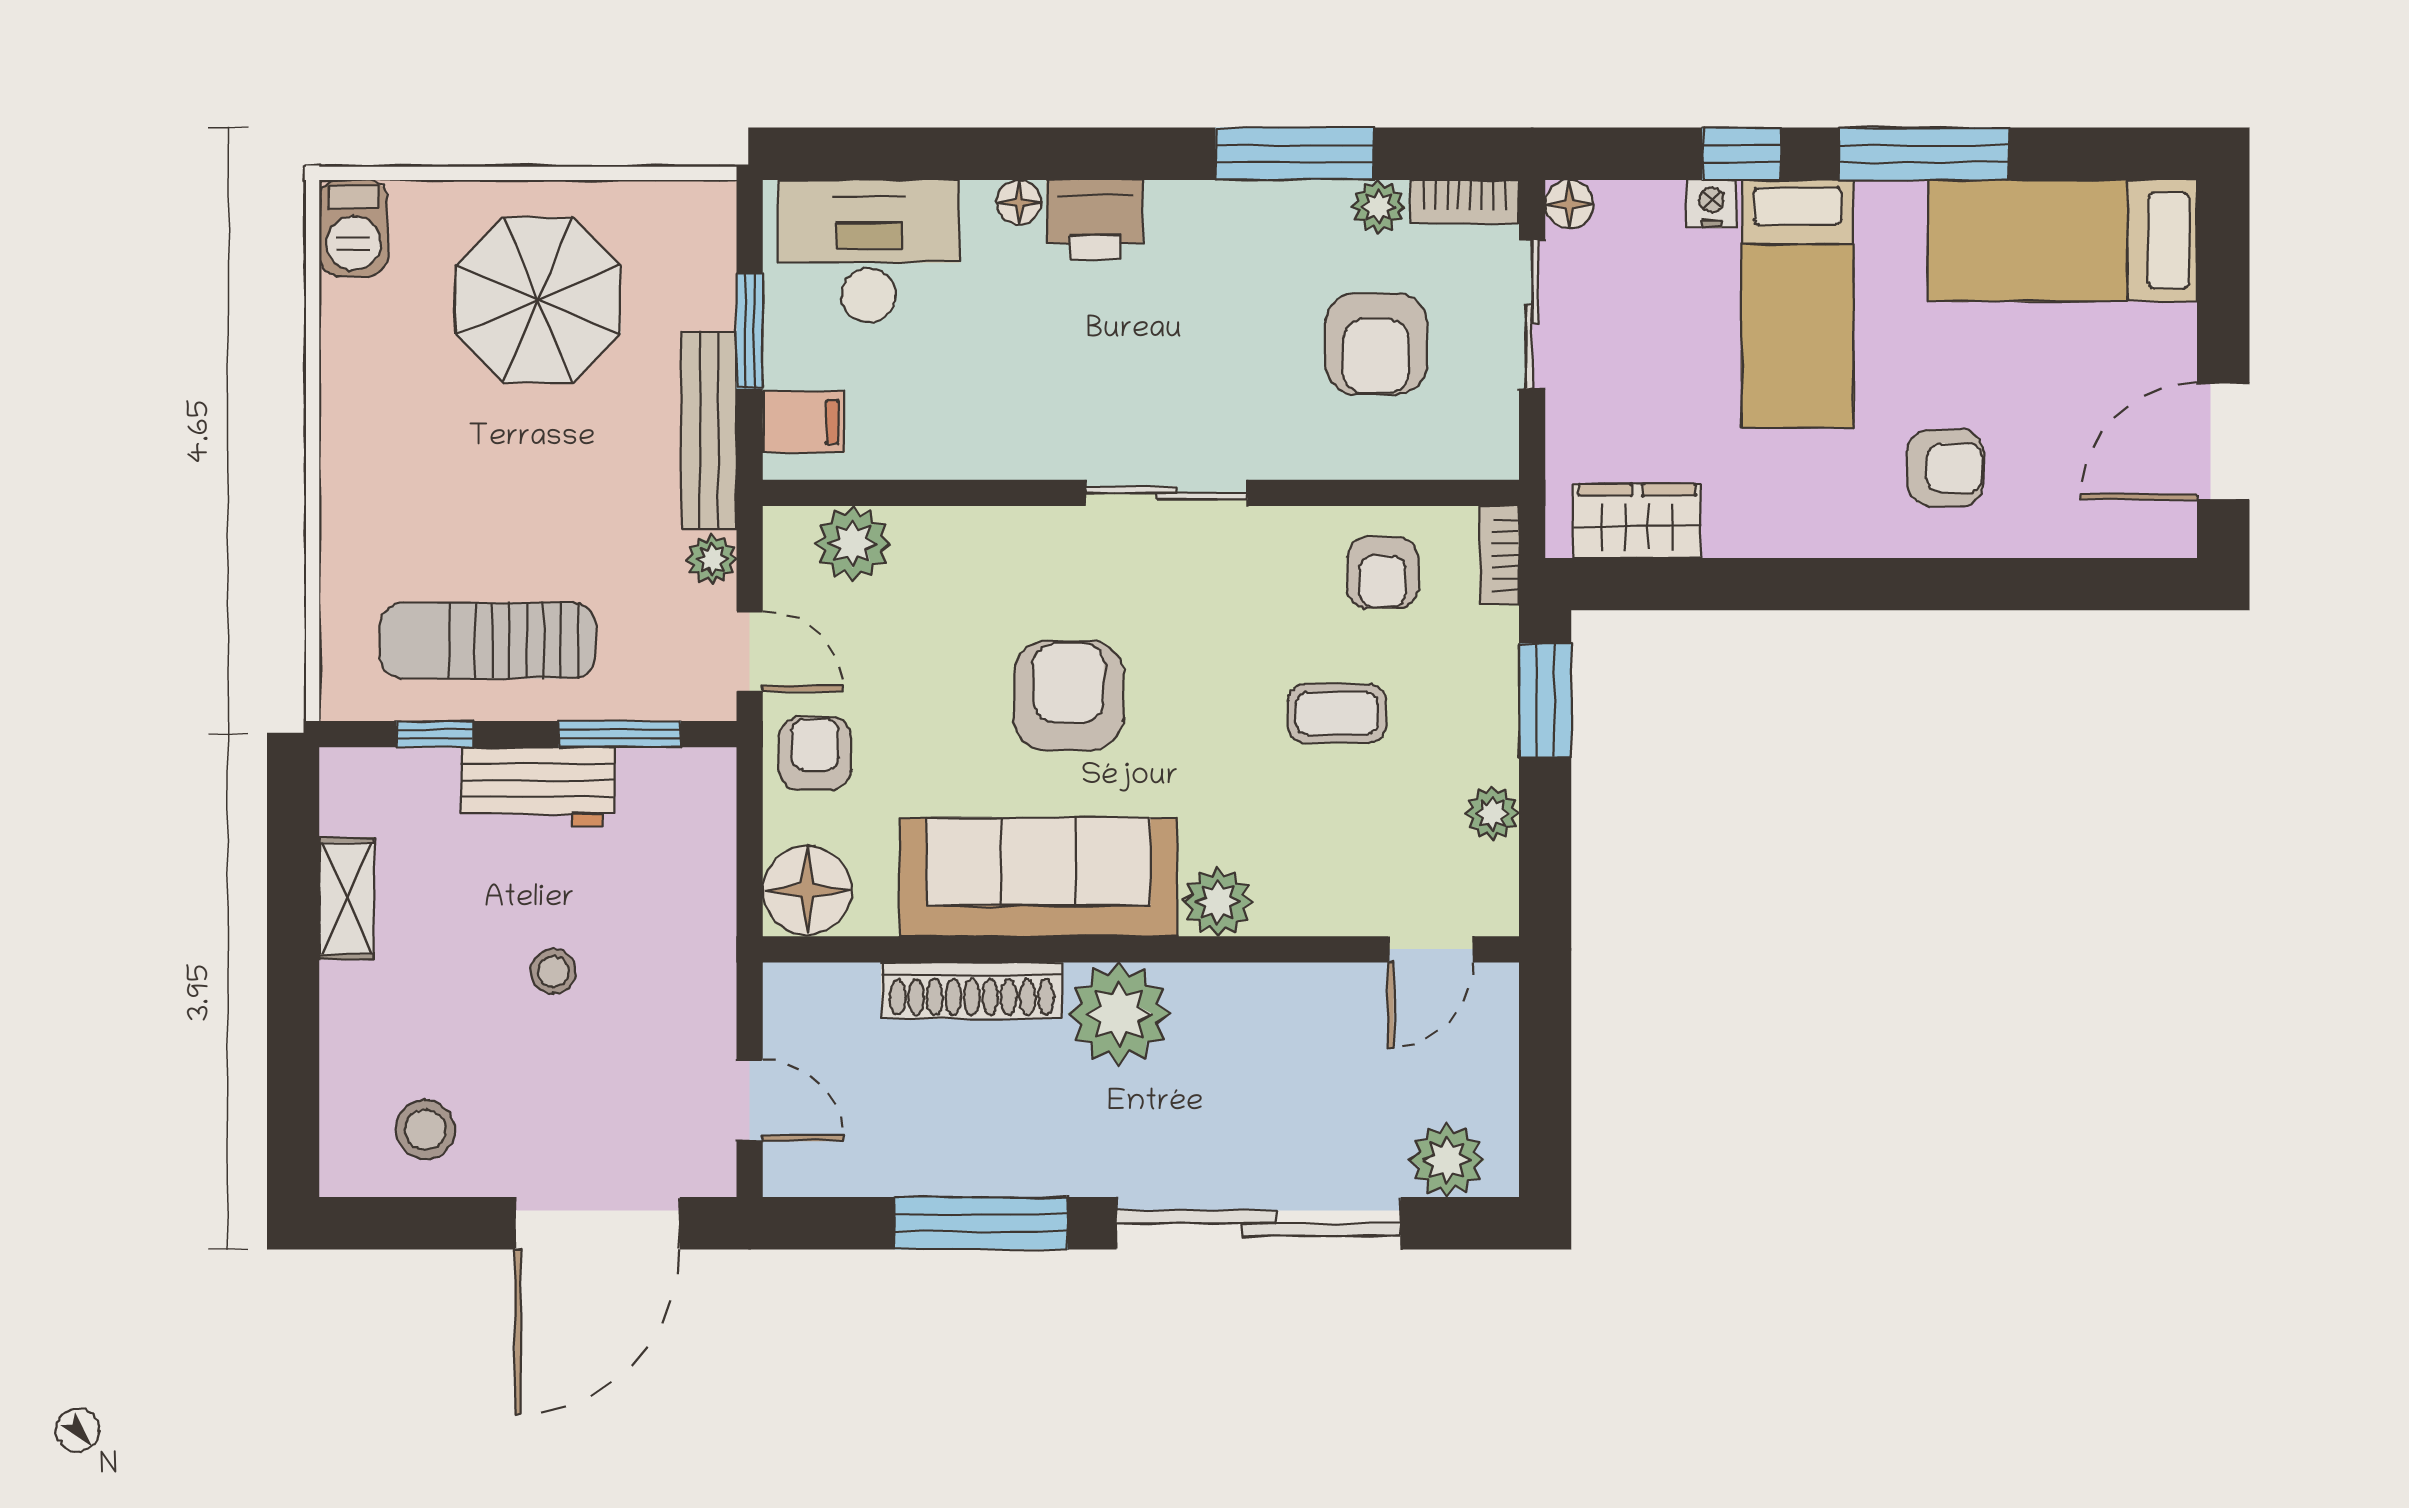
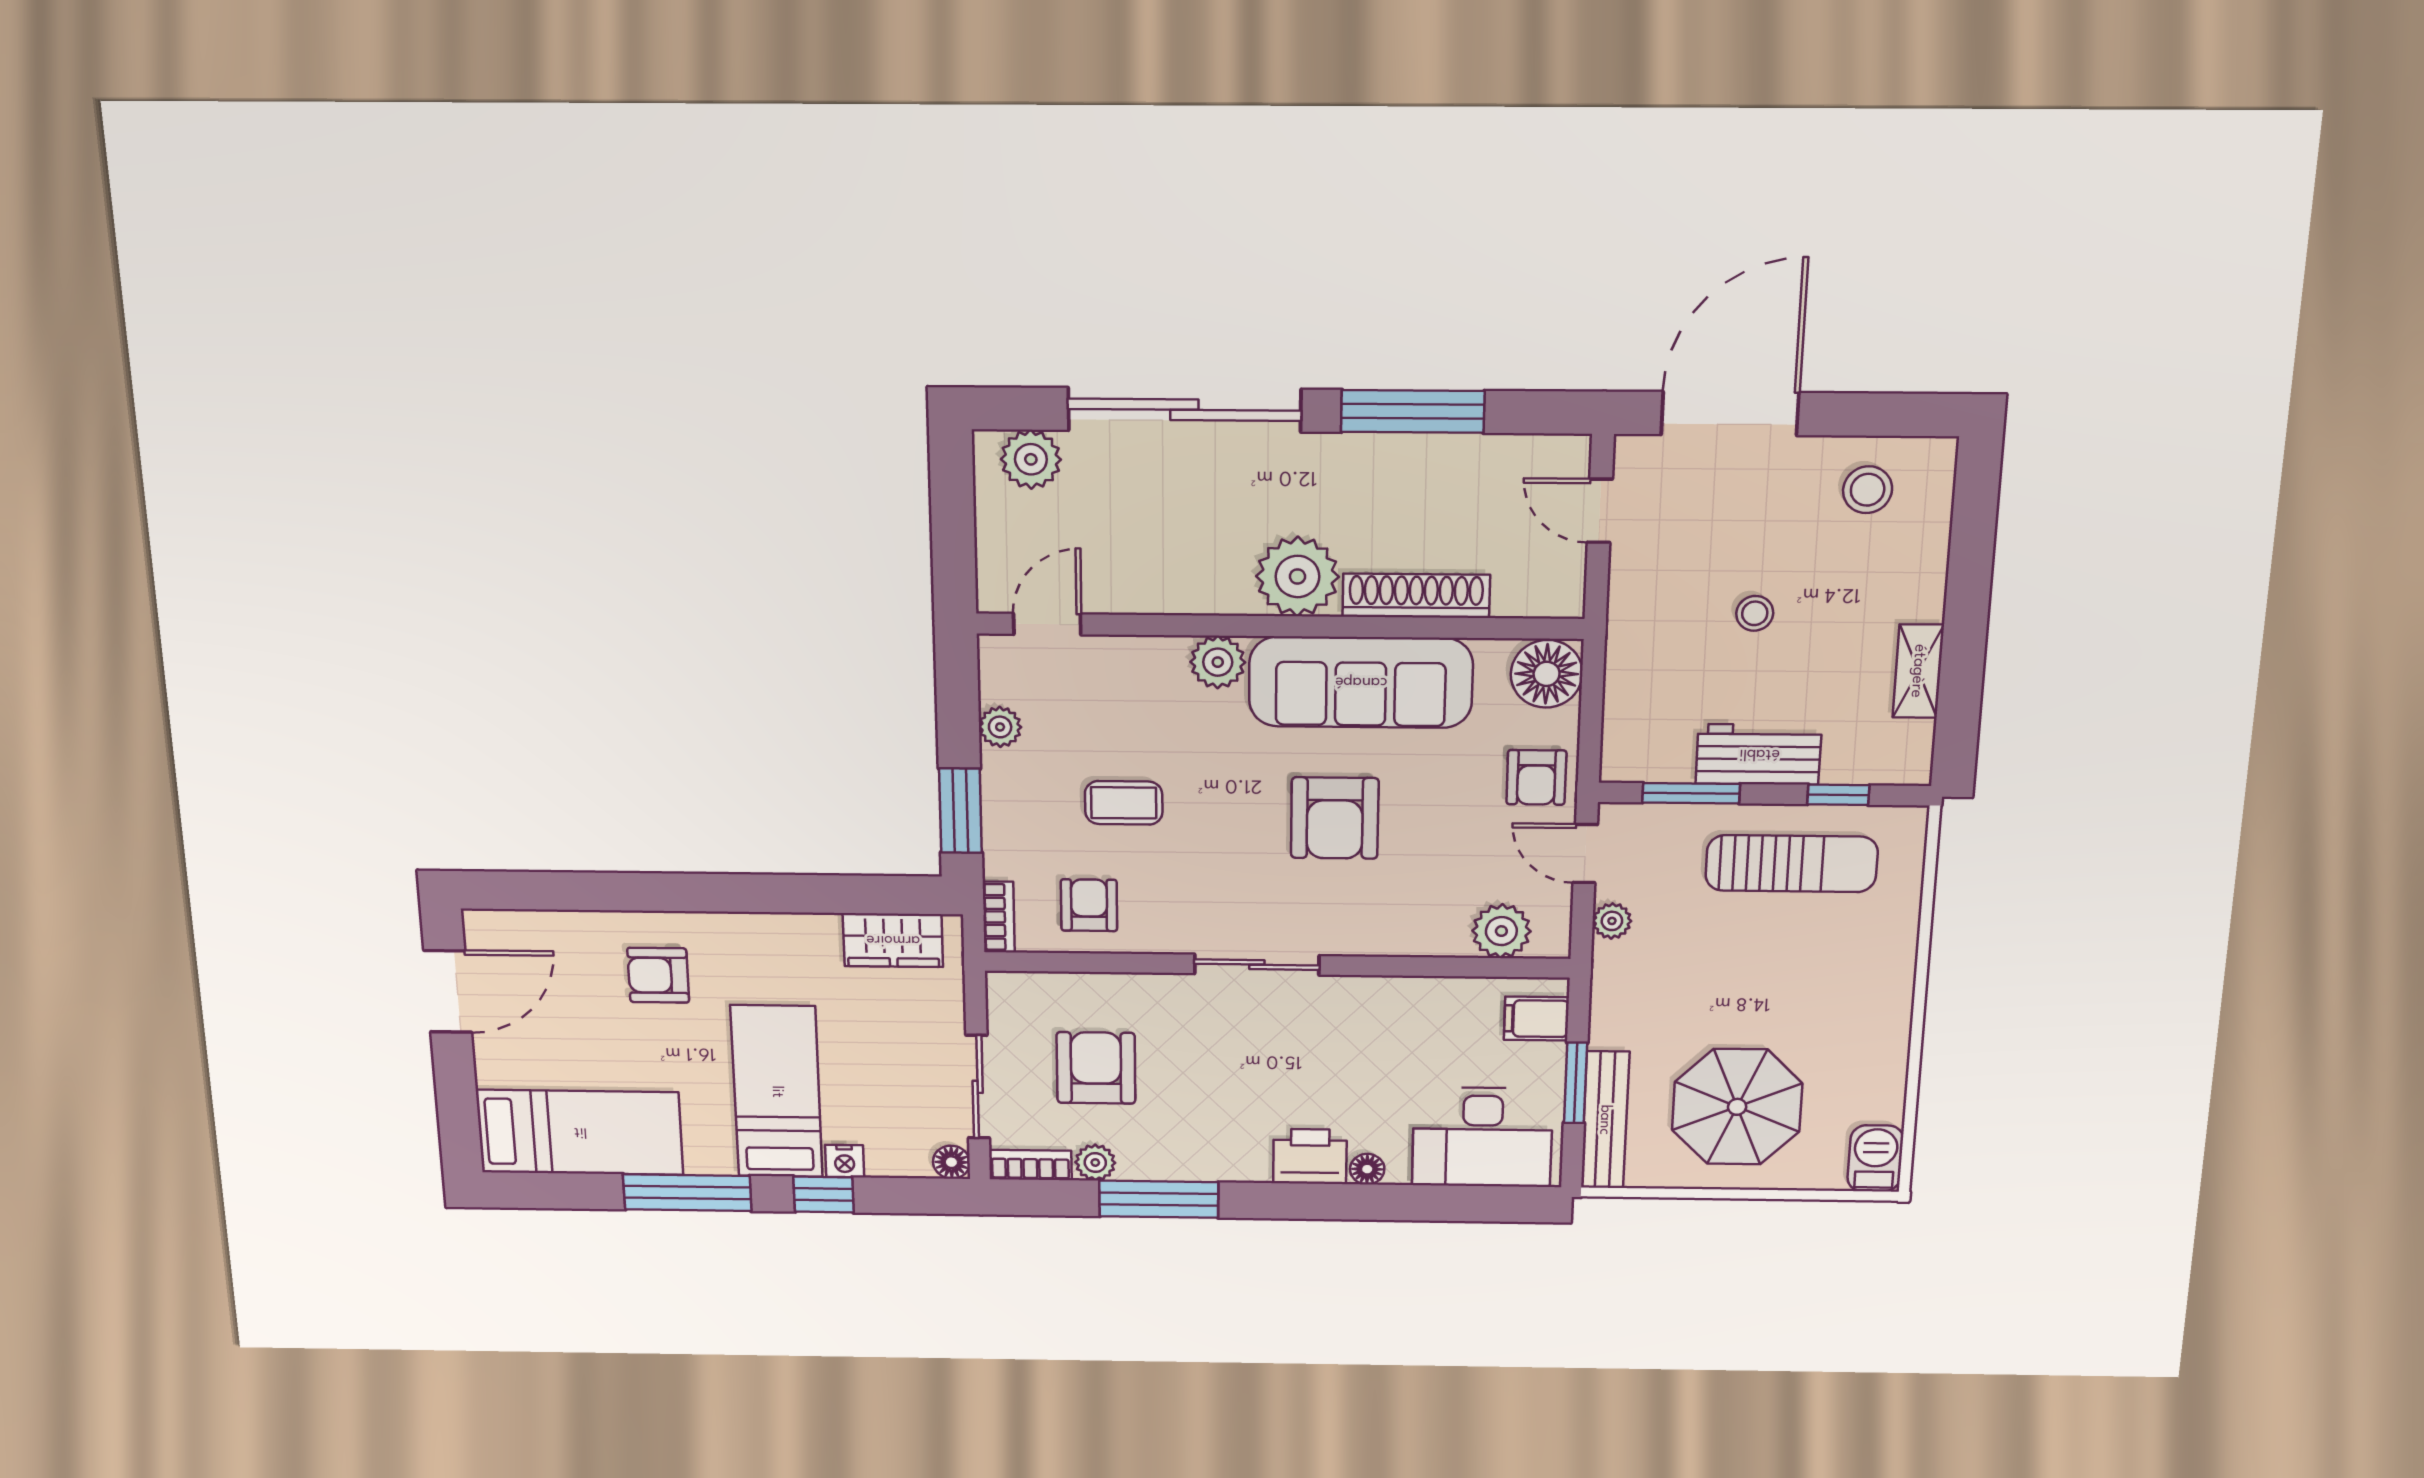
bench: (709, 431) -> (1605, 1120), moved

